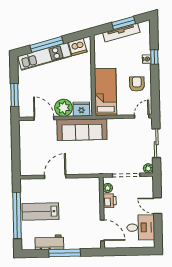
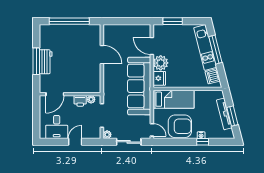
armchair: (137, 84) -> (180, 126), width x1.88, depth x1.88
door: (44, 118) -> (152, 46), swing flipped
sofa: (82, 130) -> (139, 86), width x1.36, depth x1.27
lab bench: (40, 211) -> (72, 41), removed
workbench: (49, 242) -> (46, 62), moved

